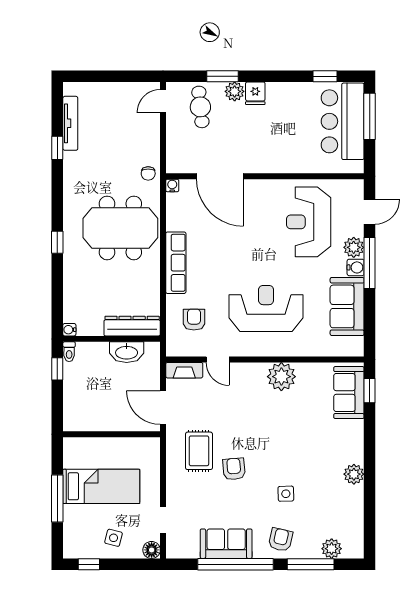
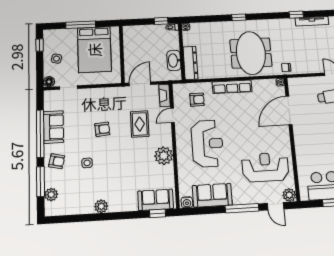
plant: (354, 247) -> (289, 195), moved
water cooler: (356, 267) -> (187, 202), moved
rug: (199, 451) -> (140, 124), moved, turned 90
bed: (101, 486) -> (94, 50), width x1.50

